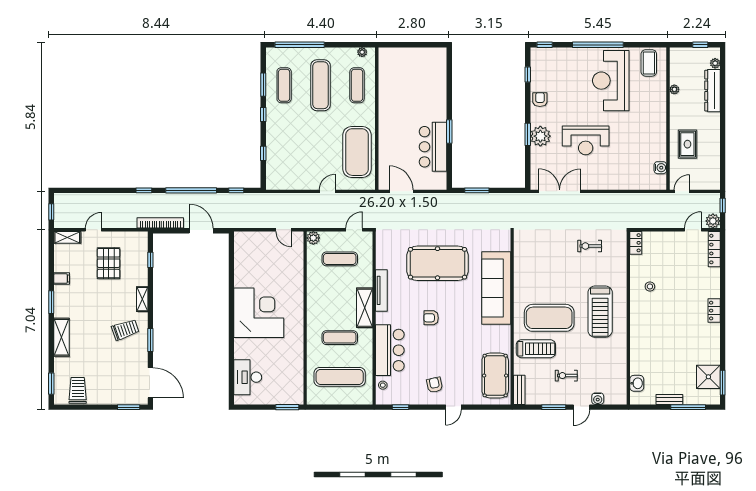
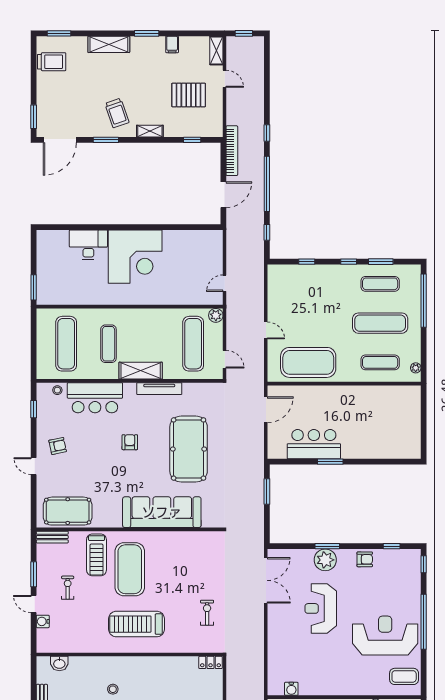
exercise mat: (340, 259) -> (193, 344), width x1.36, depth x1.45
stool: (650, 286) -> (113, 689), moved
desk: (248, 377) -> (88, 245), moved

